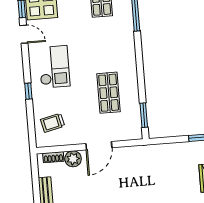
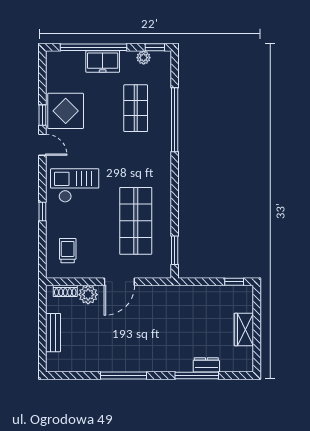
checkout: (54, 67) -> (75, 186), turned -90
shop shelf: (109, 93) -> (136, 221), width x1.43, depth x1.36
trolley: (53, 123) -> (68, 251), turned 103

